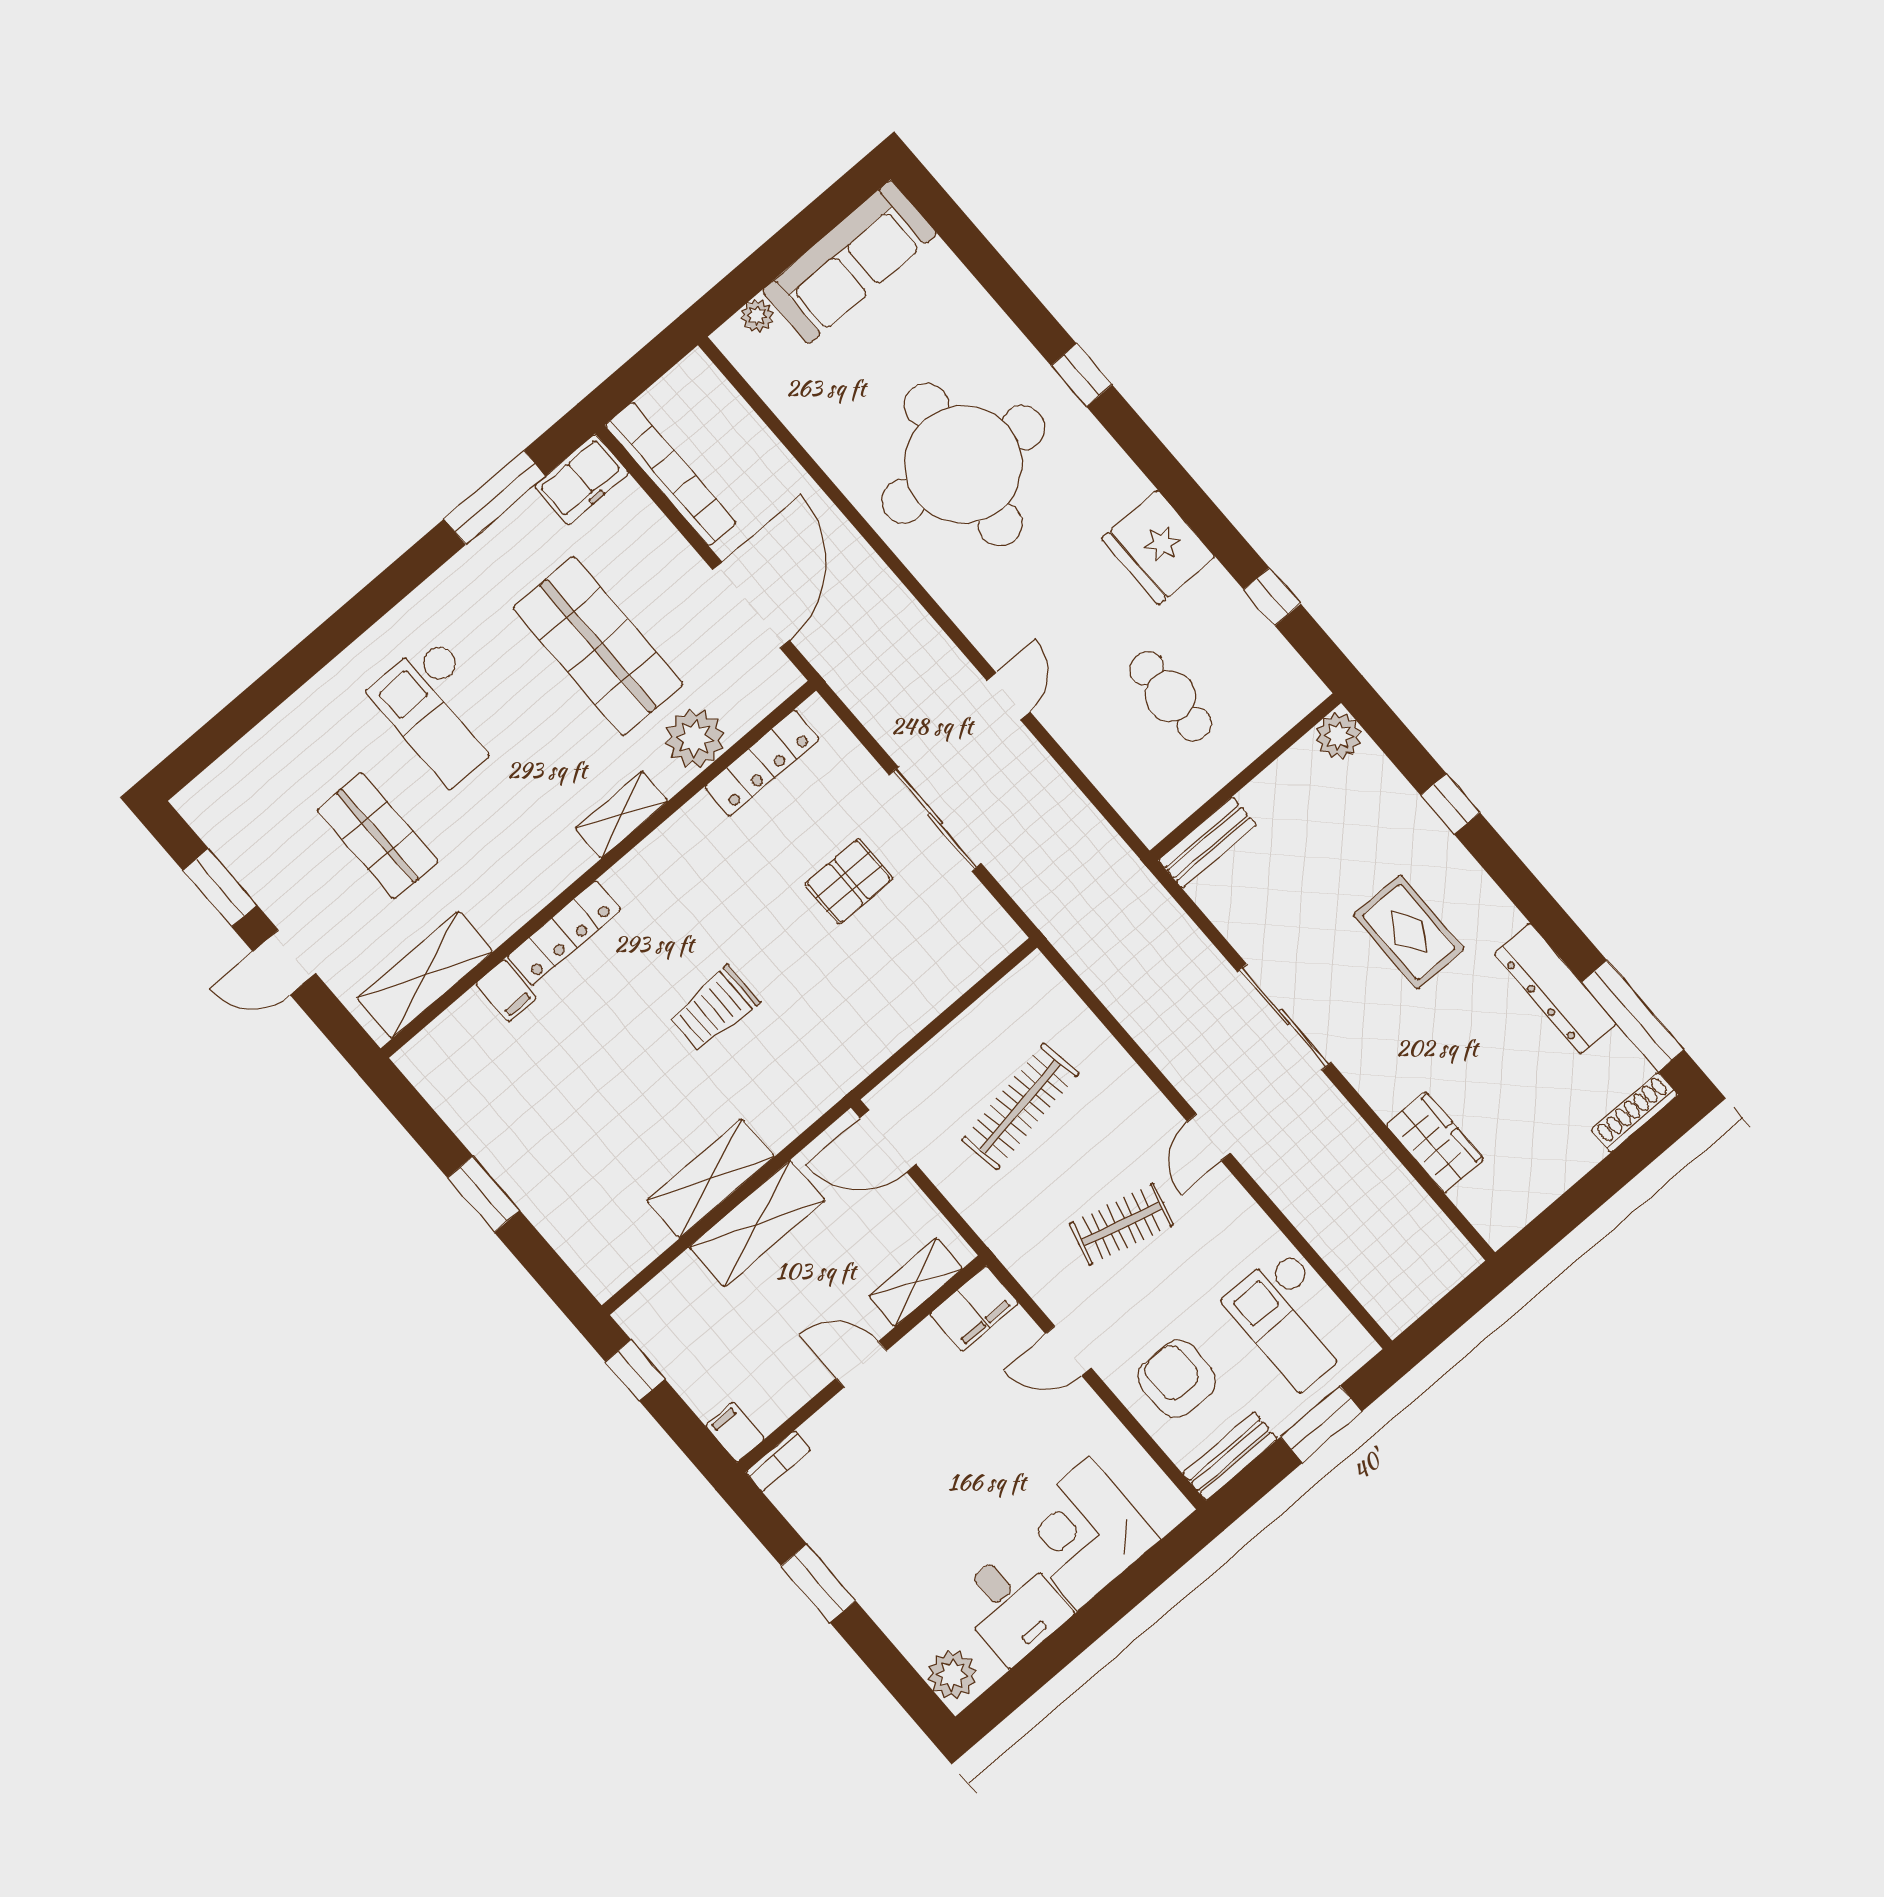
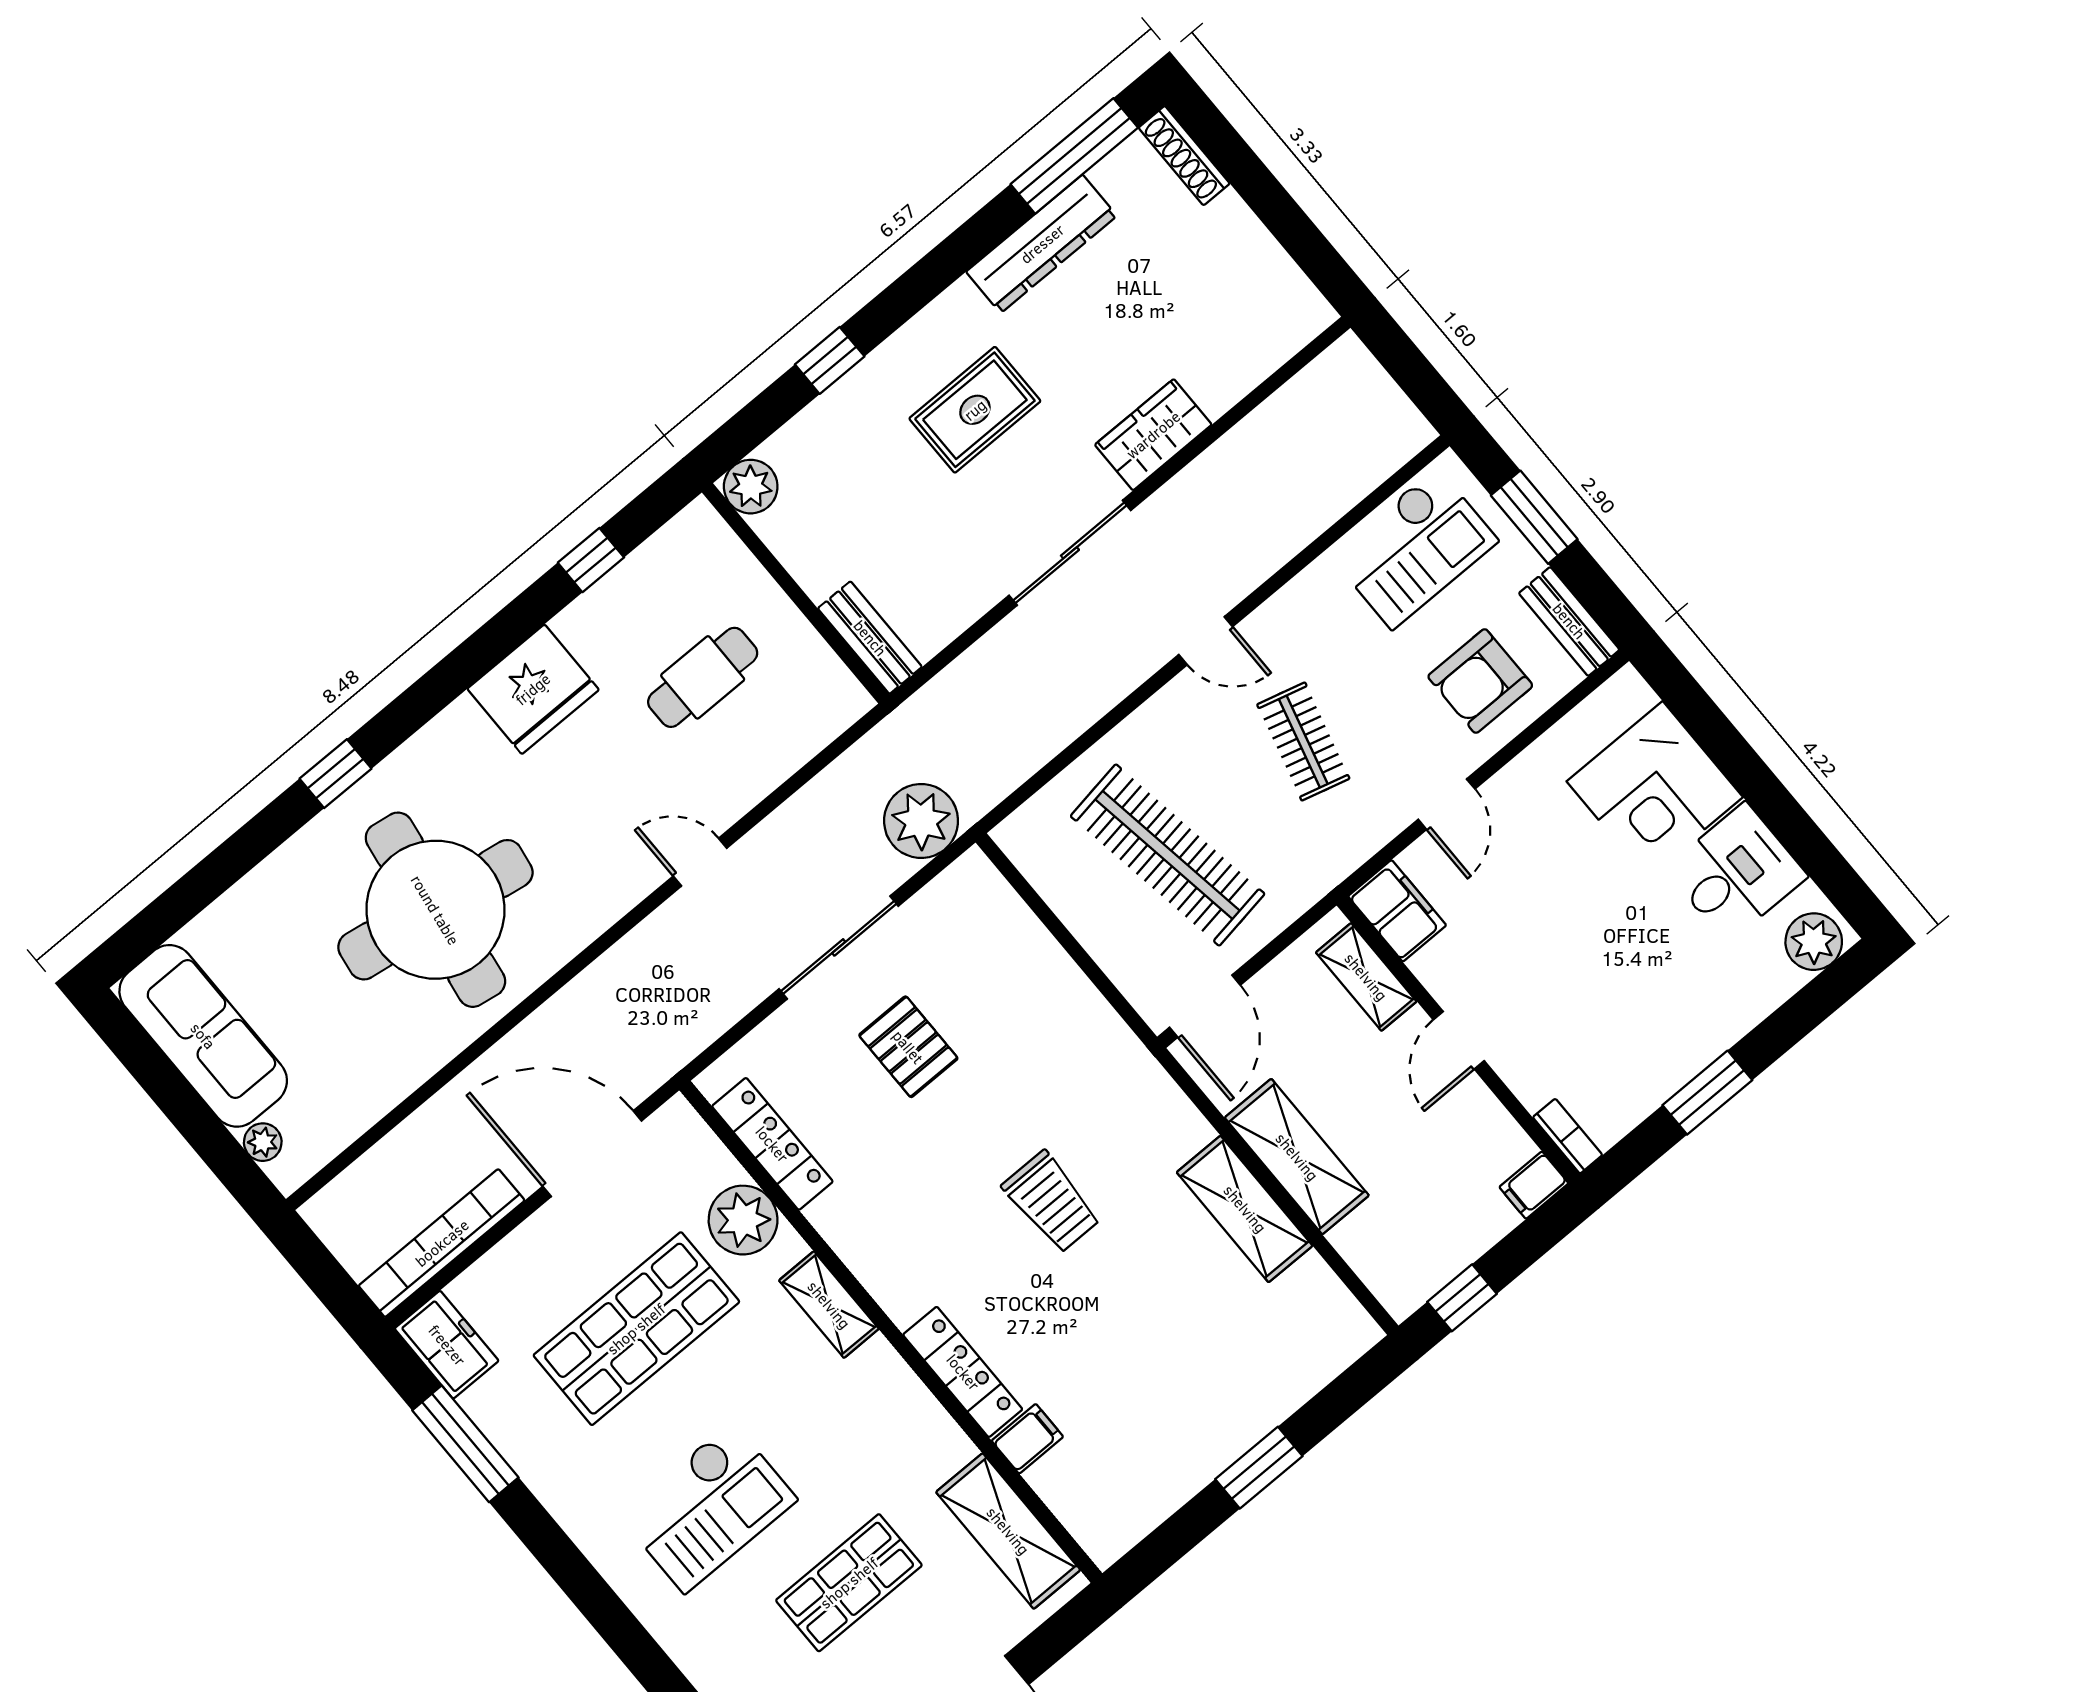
plant: (1047, 890) -> (921, 821), added
clothes rail: (1020, 1107) -> (1168, 855), width x1.37, depth x1.31
wardrobe: (1435, 1142) -> (1153, 435), moved

